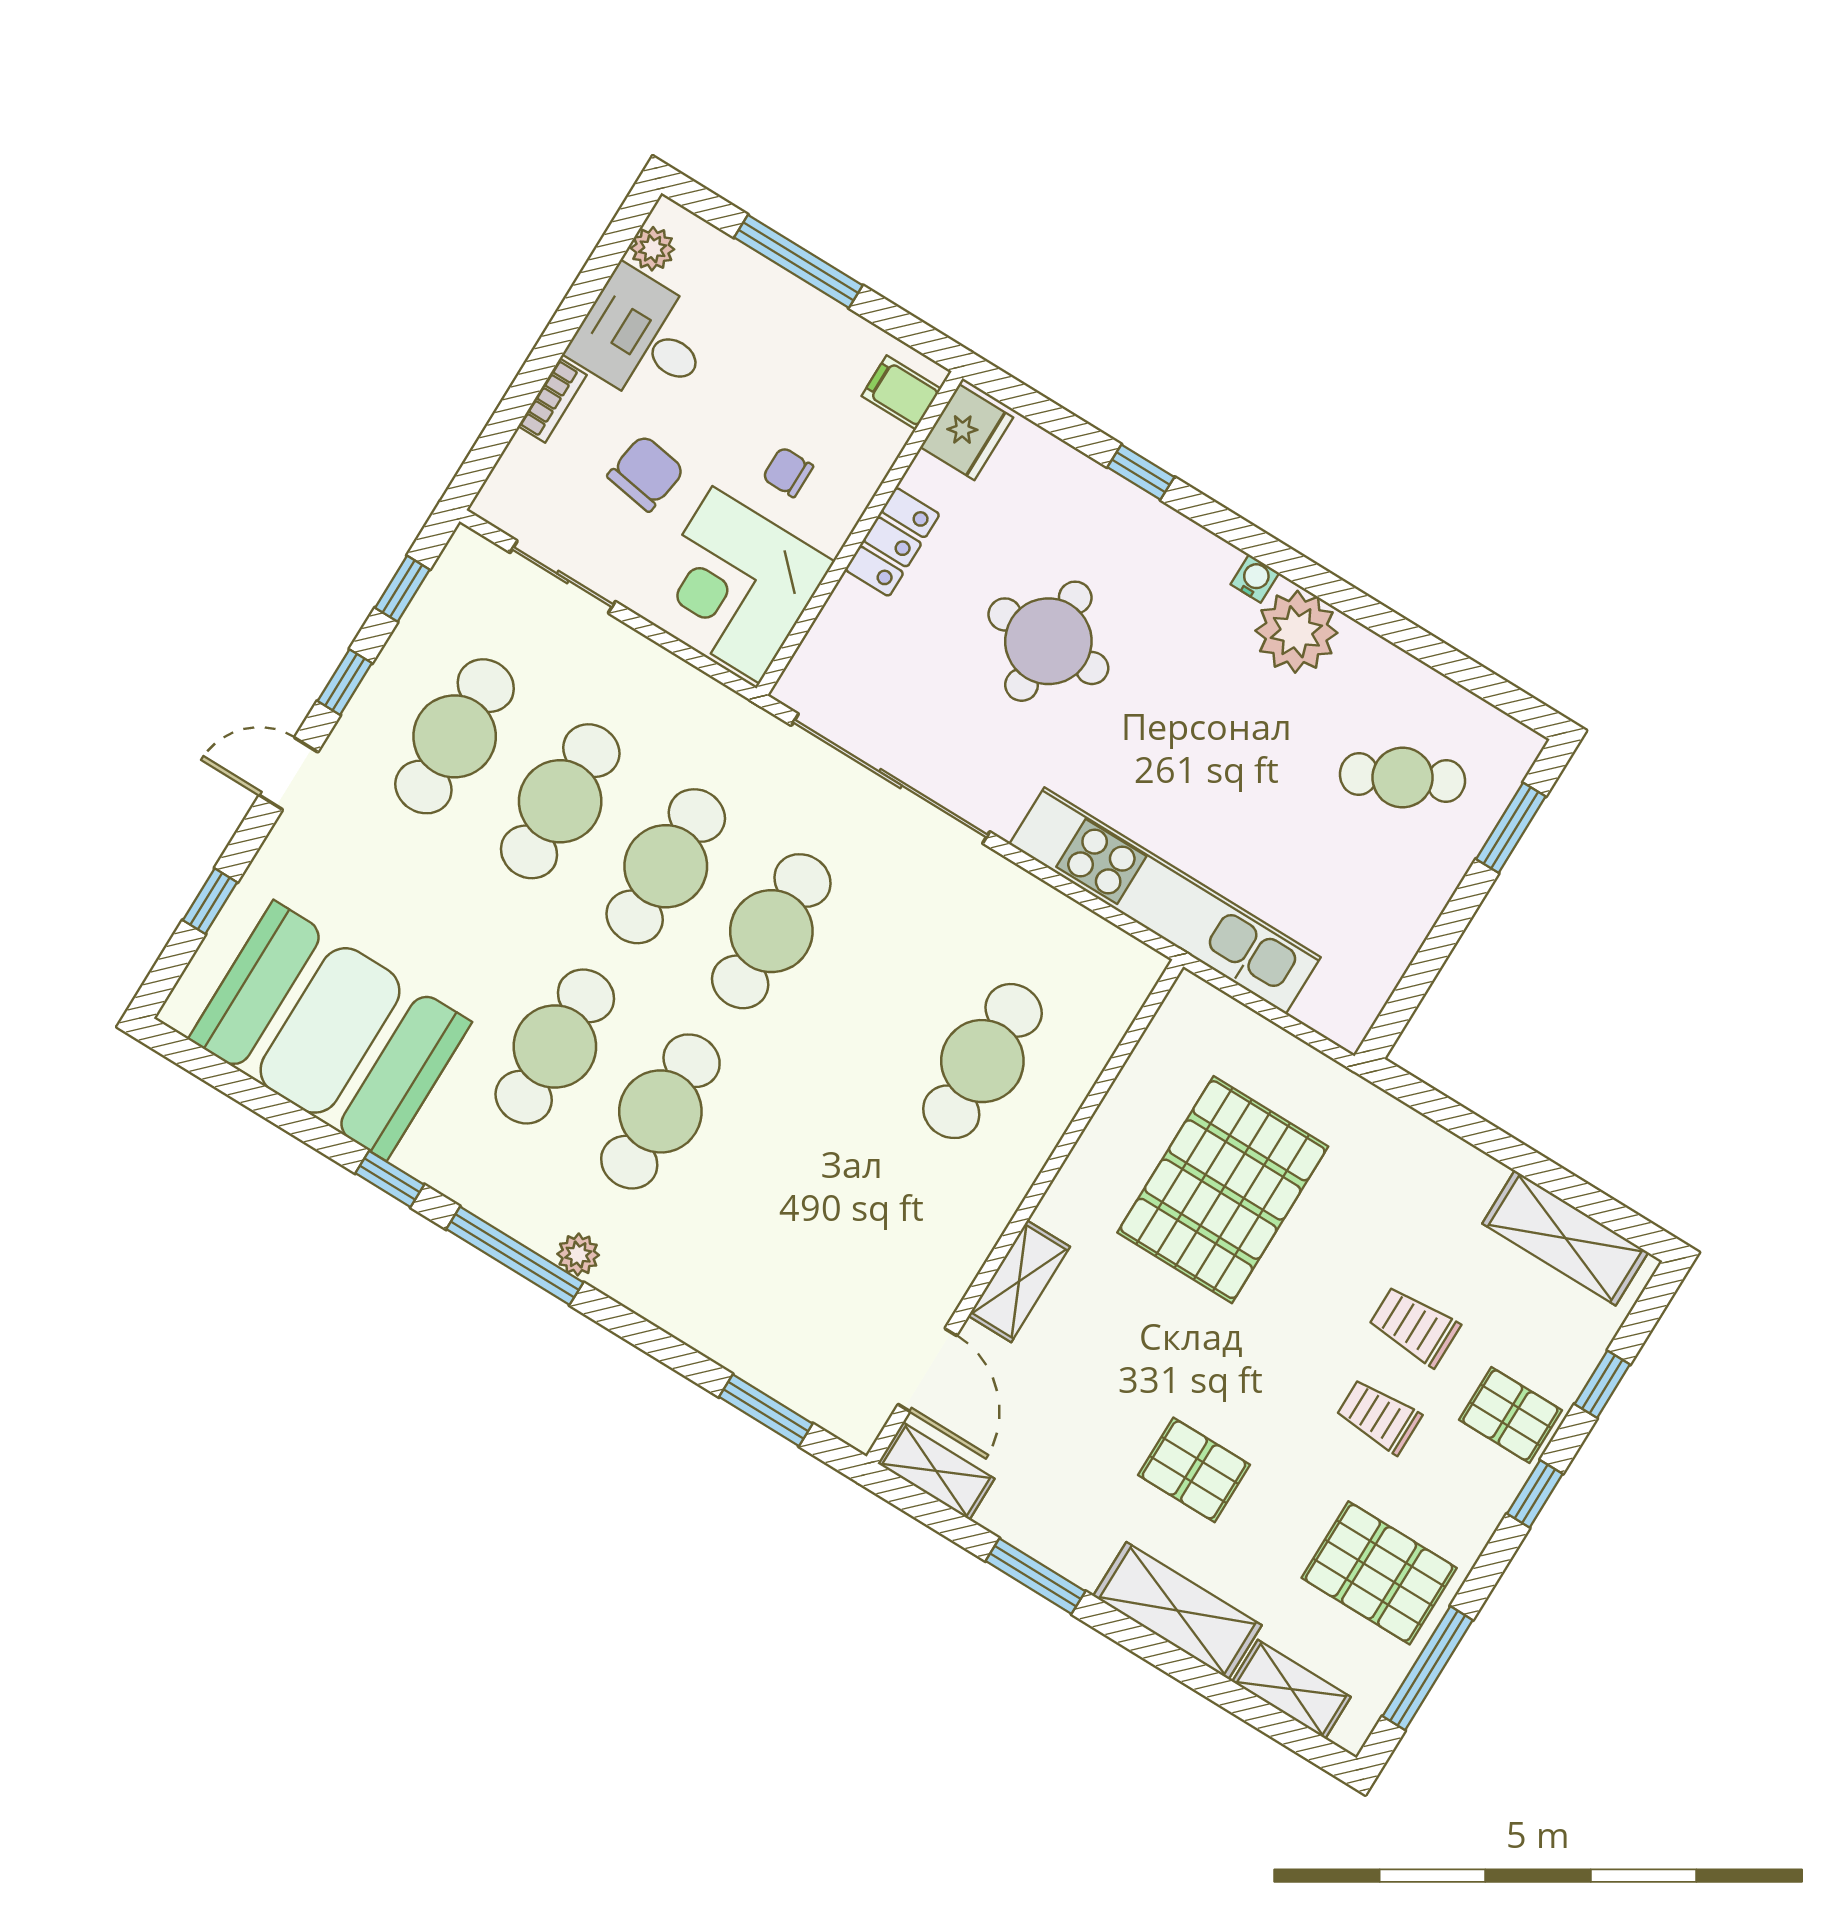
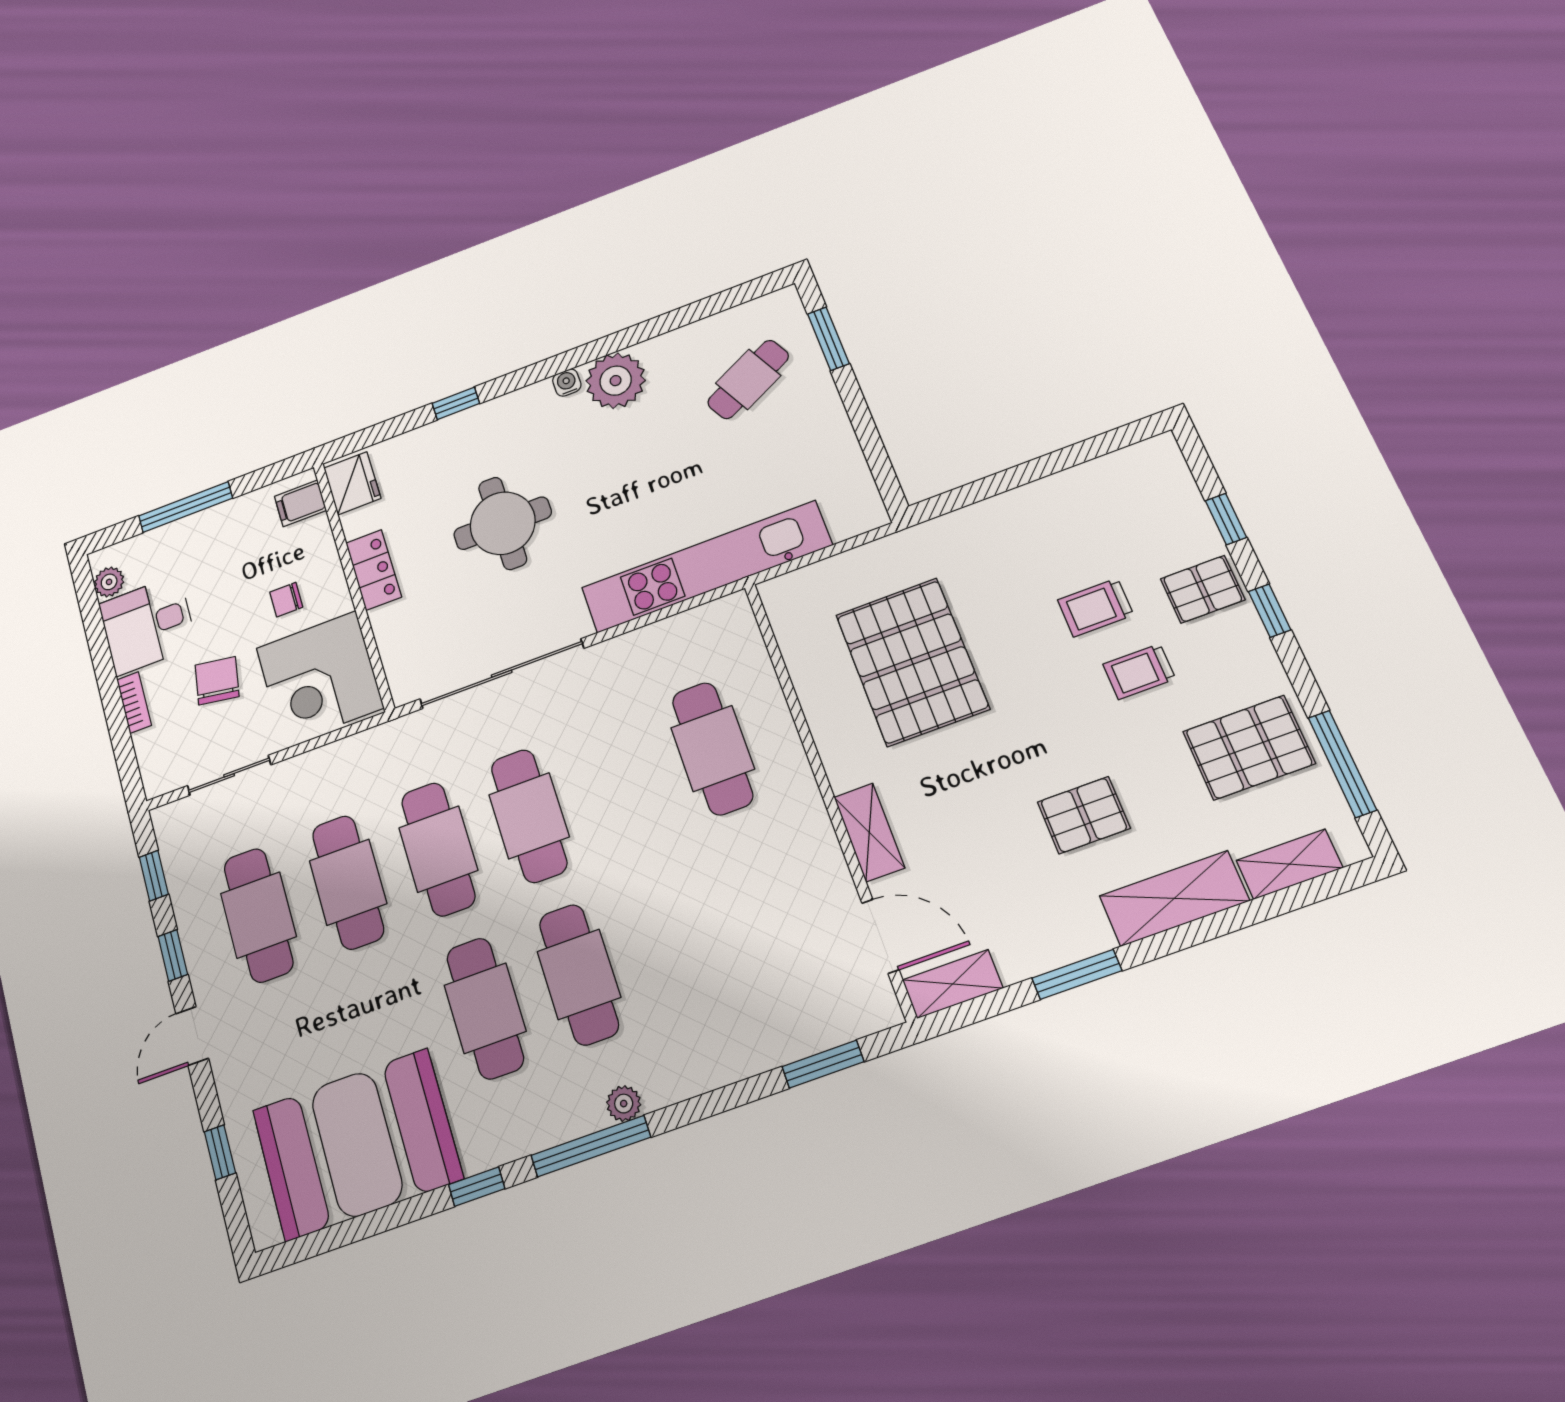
shelving: (1565, 1238) -> (1110, 477), removed

